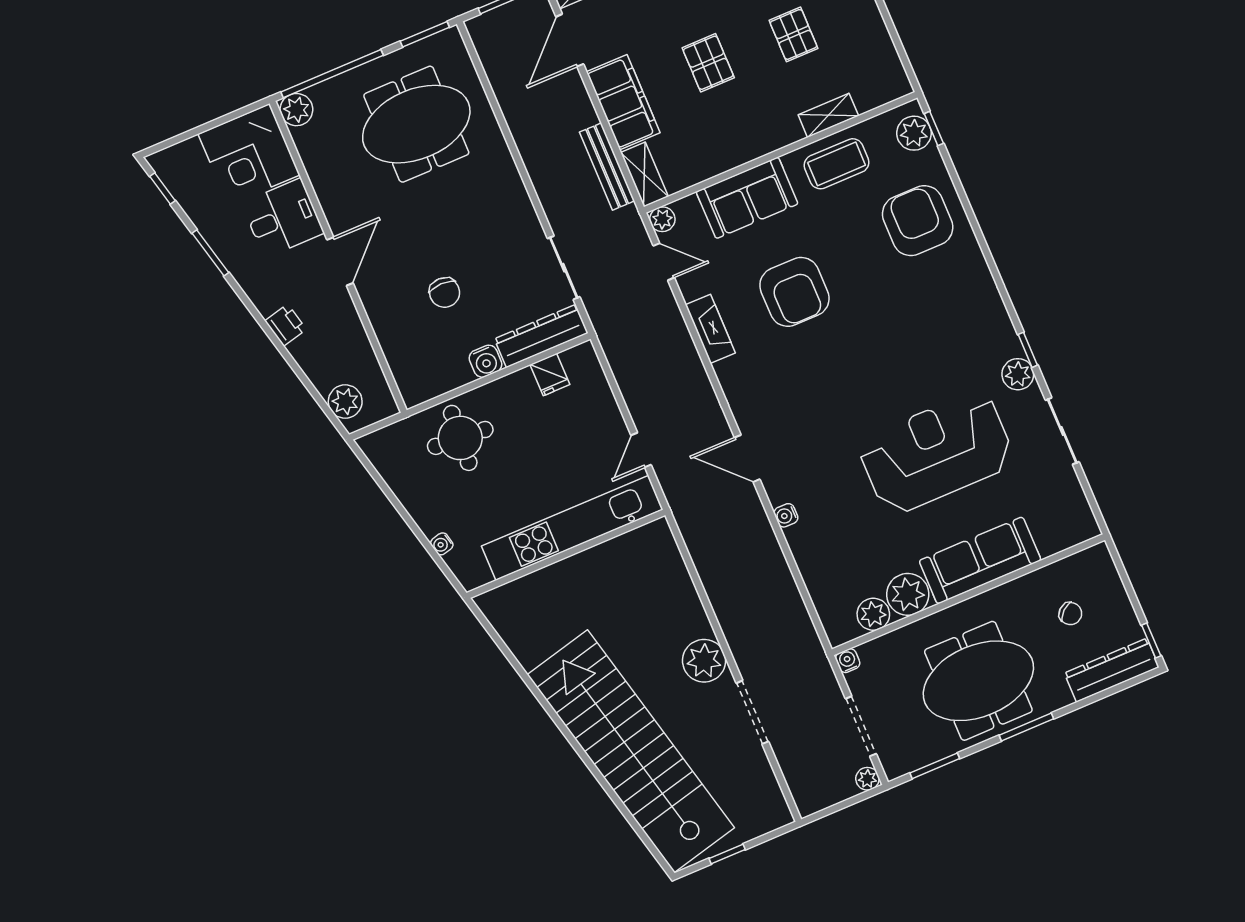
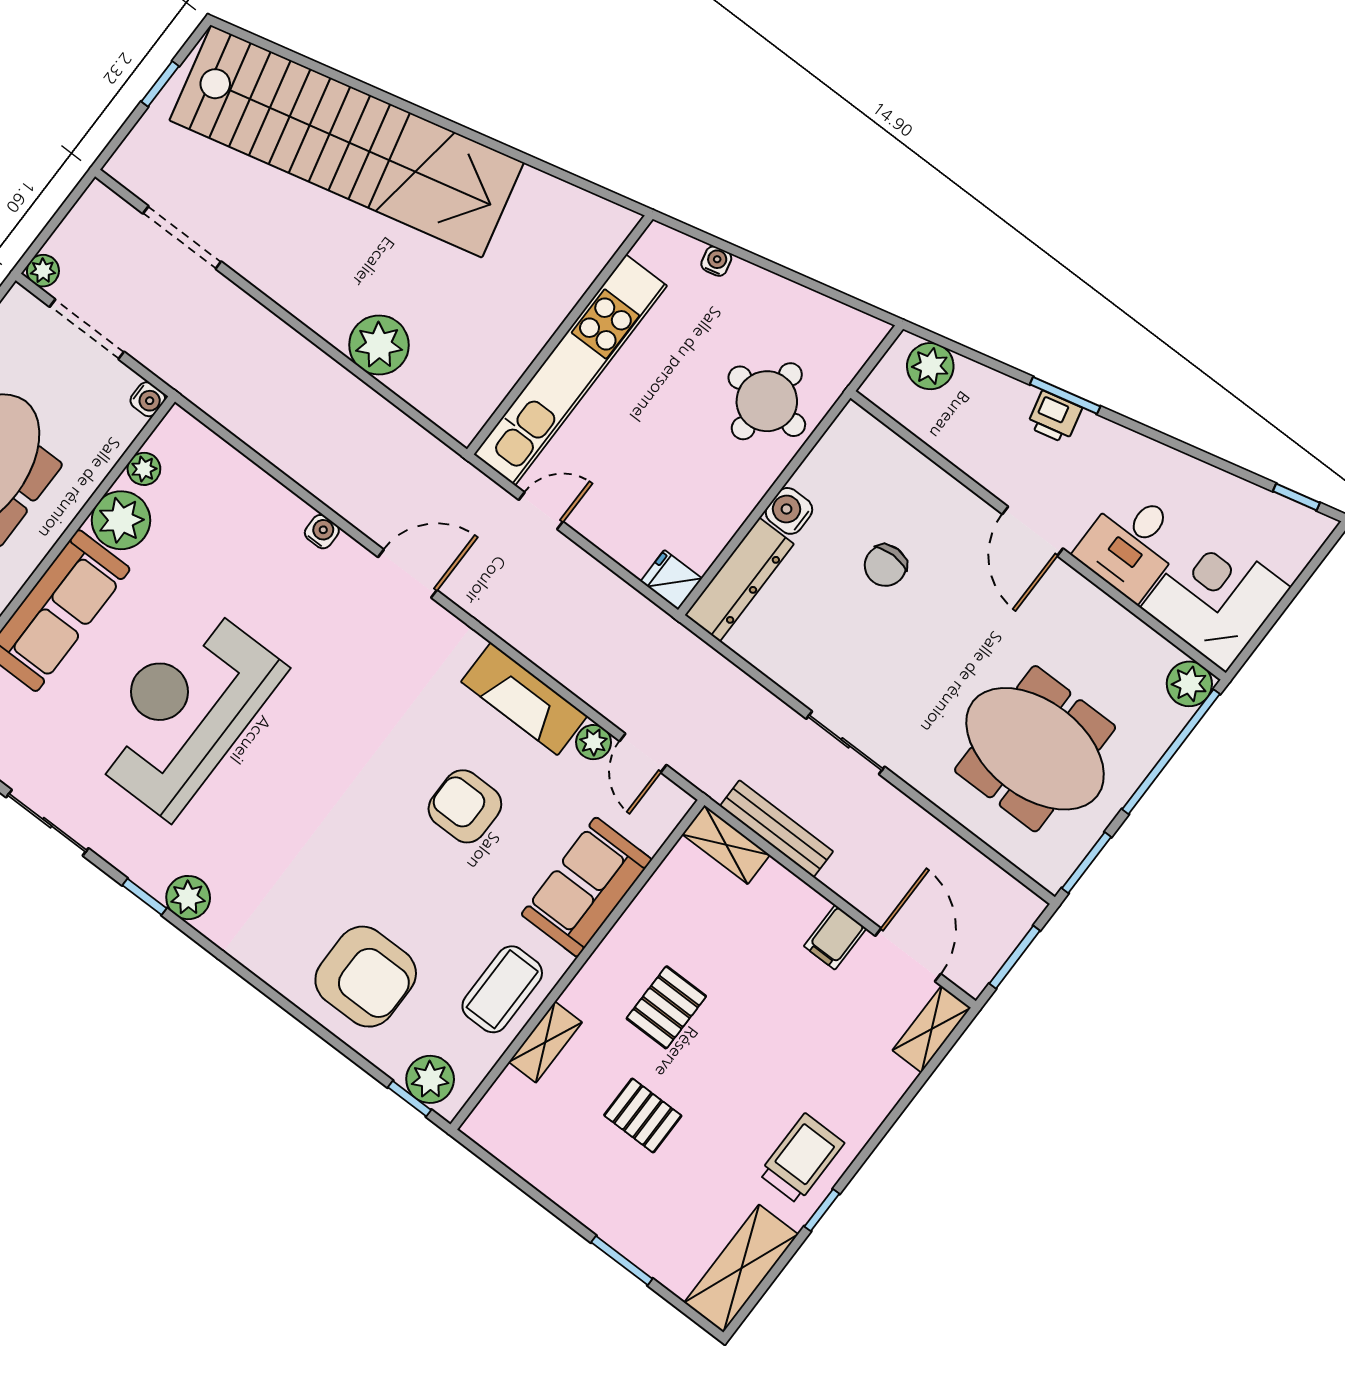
pallet: (708, 63) -> (666, 1007), moved, turned 90
filing cabinet: (623, 102) -> (835, 937), width x0.33, depth x0.86
meeting table: (416, 124) -> (1035, 749), turned 90
plant: (662, 219) -> (594, 742), moved
window: (210, 253) -> (1065, 395), moved
door: (664, 262) -> (643, 753), hinge flipped
sliding door: (564, 268) -> (845, 743), moved
armchair: (794, 292) -> (465, 806), width x0.73, depth x0.73
chair: (445, 293) -> (885, 565), turned -90
fireplace: (710, 329) -> (524, 699), width x1.37, depth x1.32
plant: (1018, 374) -> (188, 898), moved
fridge: (550, 375) -> (671, 580), moved
door: (641, 450) -> (541, 511), hinge flipped
reception desk: (936, 453) -> (184, 710), turned 180
plant: (873, 614) -> (144, 469), width x0.73, depth x0.73
plant: (704, 661) -> (379, 345), moved
doorway: (752, 712) -> (182, 237), moved

